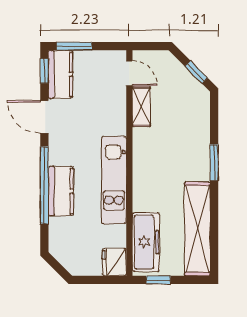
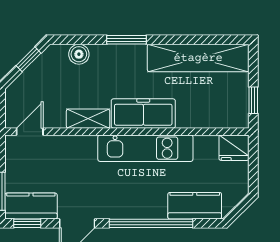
shelving: (141, 107) -> (88, 119), moved
boiler: (201, 119) -> (79, 54), added
kitchen counter: (61, 191) -> (195, 206), moved
freezer: (146, 242) -> (143, 114), moved

